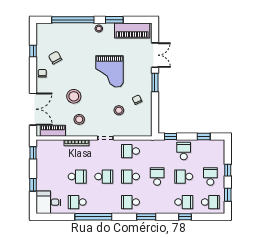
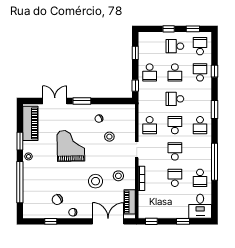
grand piano: (109, 71) -> (71, 146), turned -91
school desk: (184, 151) -> (150, 72), turned -90
school desk: (130, 177) -> (175, 125), turned 180

